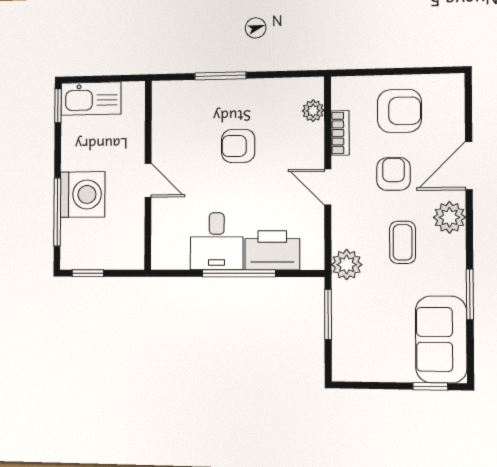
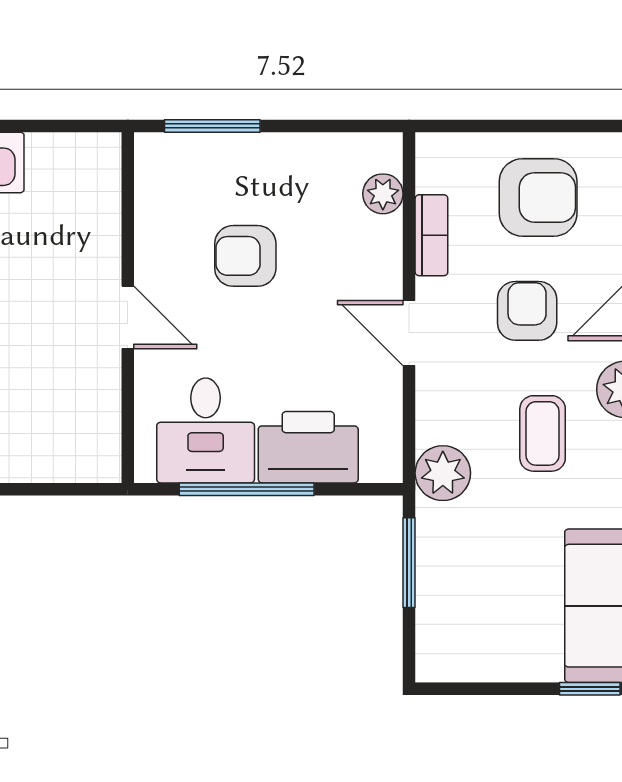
wall: (148, 175) -> (128, 308), moved
door: (148, 180) -> (128, 317), moved

